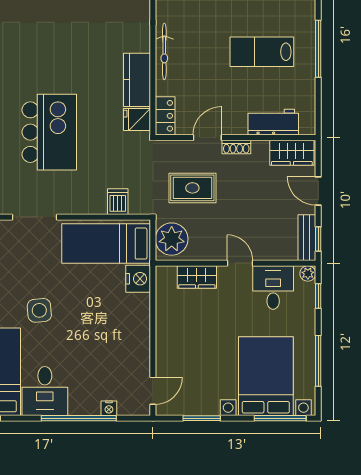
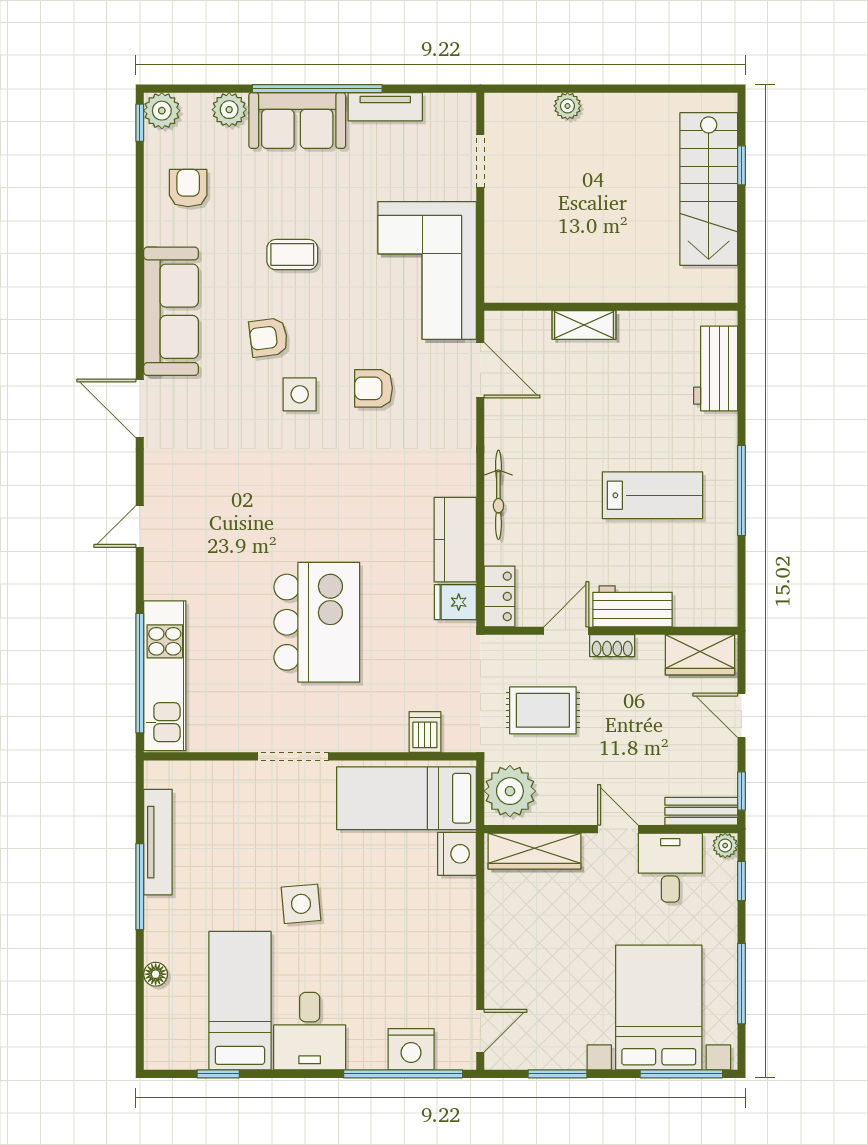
lab bench: (262, 52) -> (652, 495), turned 180
workbench: (273, 122) -> (633, 606), moved
bench: (307, 238) -> (701, 811), moved, turned 90
wardrobe: (197, 277) -> (534, 851), width x1.50
nightstand: (109, 408) -> (411, 1049), width x1.89, depth x1.79
window: (79, 418) -> (403, 1074), moved

